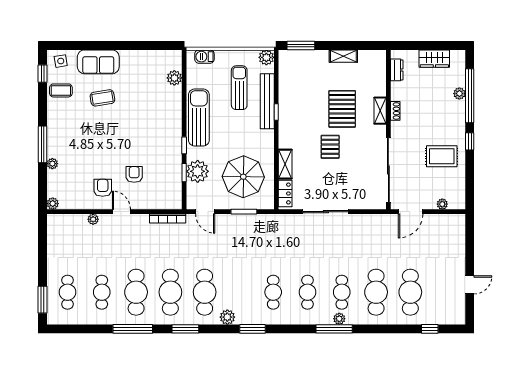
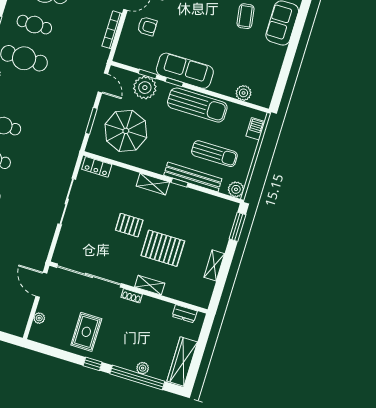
wardrobe: (434, 59) -> (182, 361), width x1.50
shoe rack: (395, 111) -> (132, 296), moved
sofa: (170, 139) -> (185, 71), added
shelving: (285, 164) -> (153, 184), moved
armchair: (134, 174) -> (147, 26), moved
door: (205, 212) -> (103, 83), swing flipped
bookcase: (168, 218) -> (112, 30), moved
cafe table: (170, 292) -> (34, 25), width x0.73, depth x0.74

